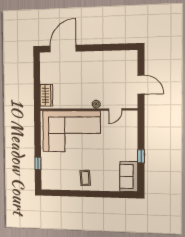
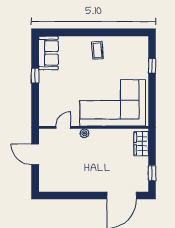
window: (37, 69) -> (152, 173), added

